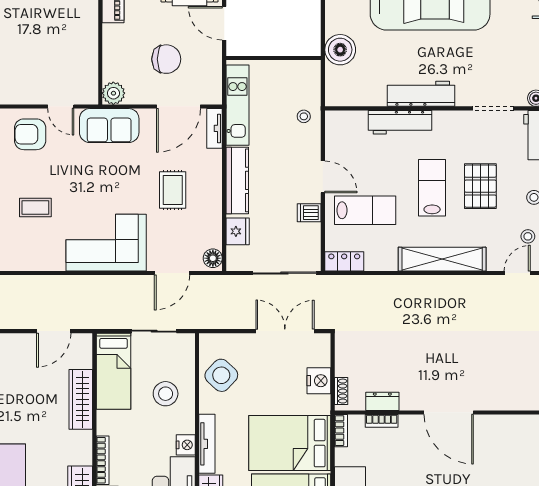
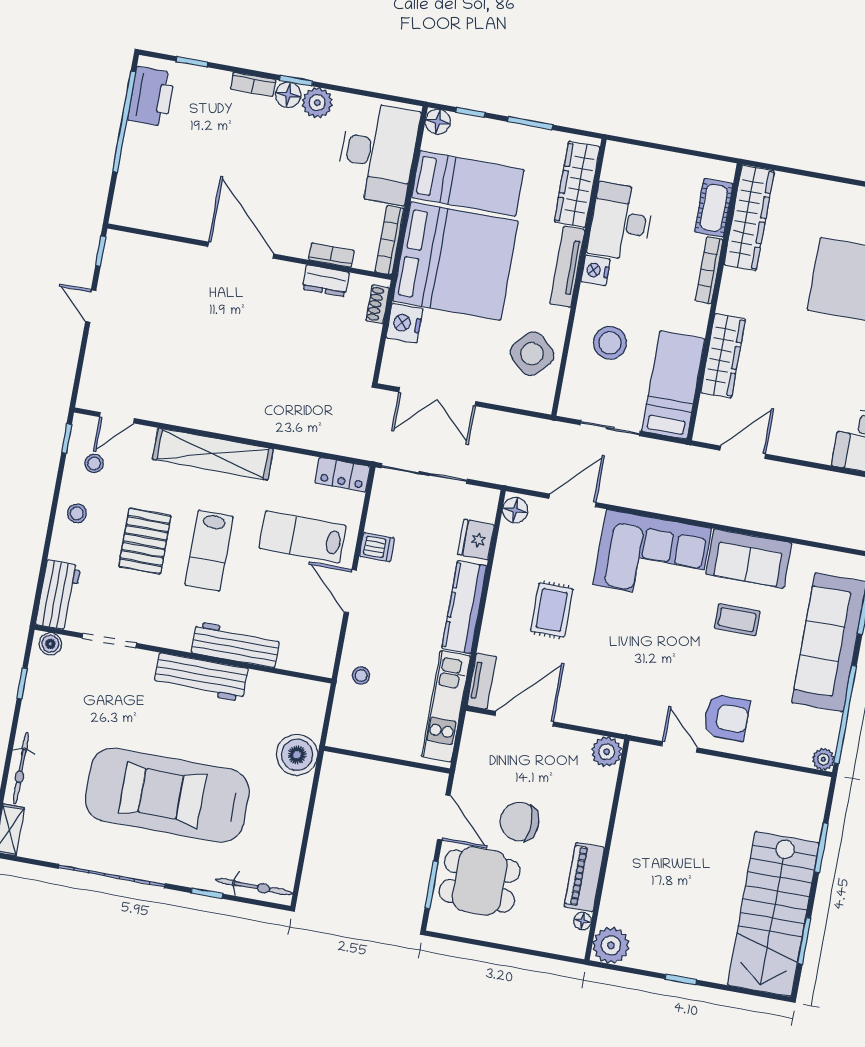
chair: (166, 59) -> (519, 822), moved
sofa: (109, 126) -> (749, 558), moved, turned 180
bookcase: (341, 431) -> (389, 240), width x1.56
bed: (290, 443) -> (456, 261), width x1.36

